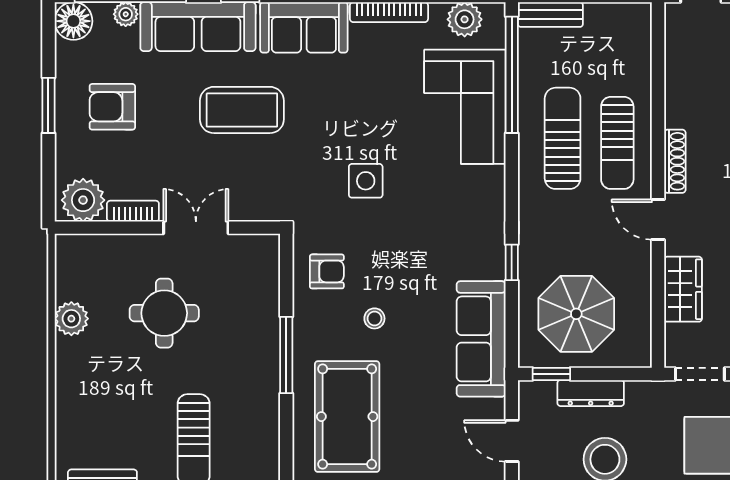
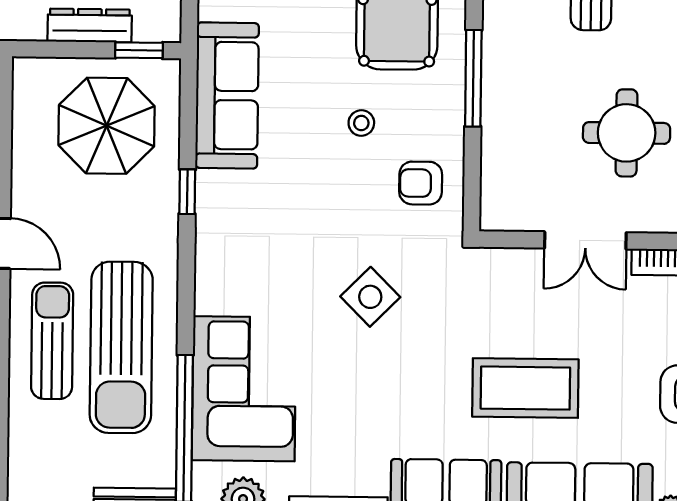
sun lounger: (563, 138) -> (121, 347), width x1.36, depth x1.34
side table: (366, 181) -> (370, 297), turned 45

